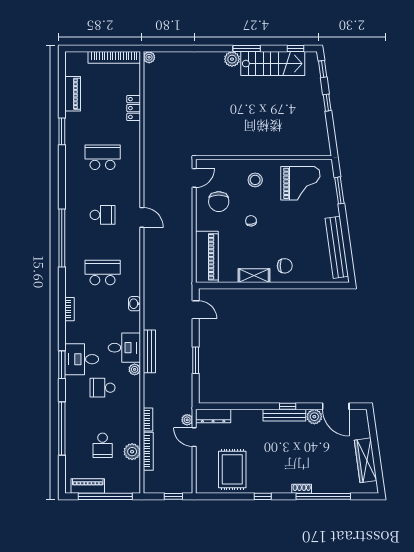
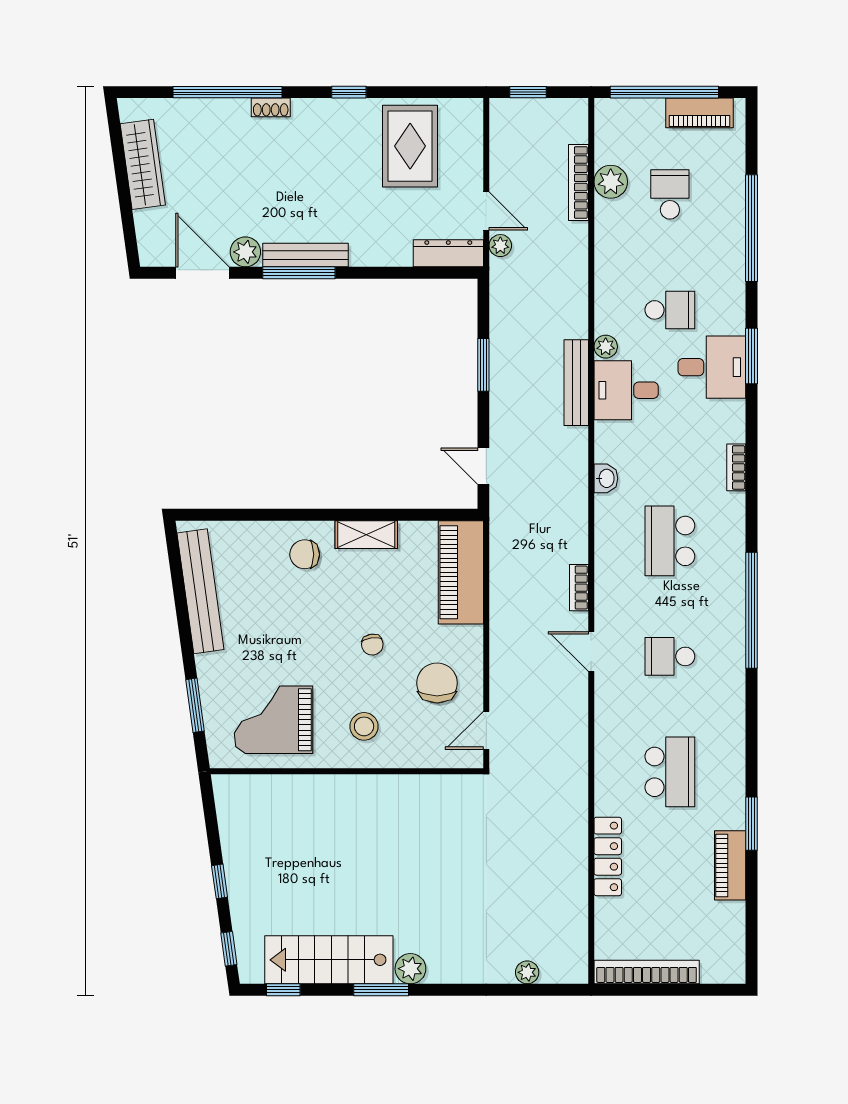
plant: (149, 57) -> (527, 972), moved
piano: (73, 94) -> (730, 865), moved
locker: (134, 108) -> (608, 856), width x1.53
school desk: (103, 157) -> (670, 772), turned -90
school desk: (103, 272) -> (670, 541), turned 90
window: (288, 406) -> (299, 273), width x2.17
bookcase: (148, 419) -> (579, 588), moved

